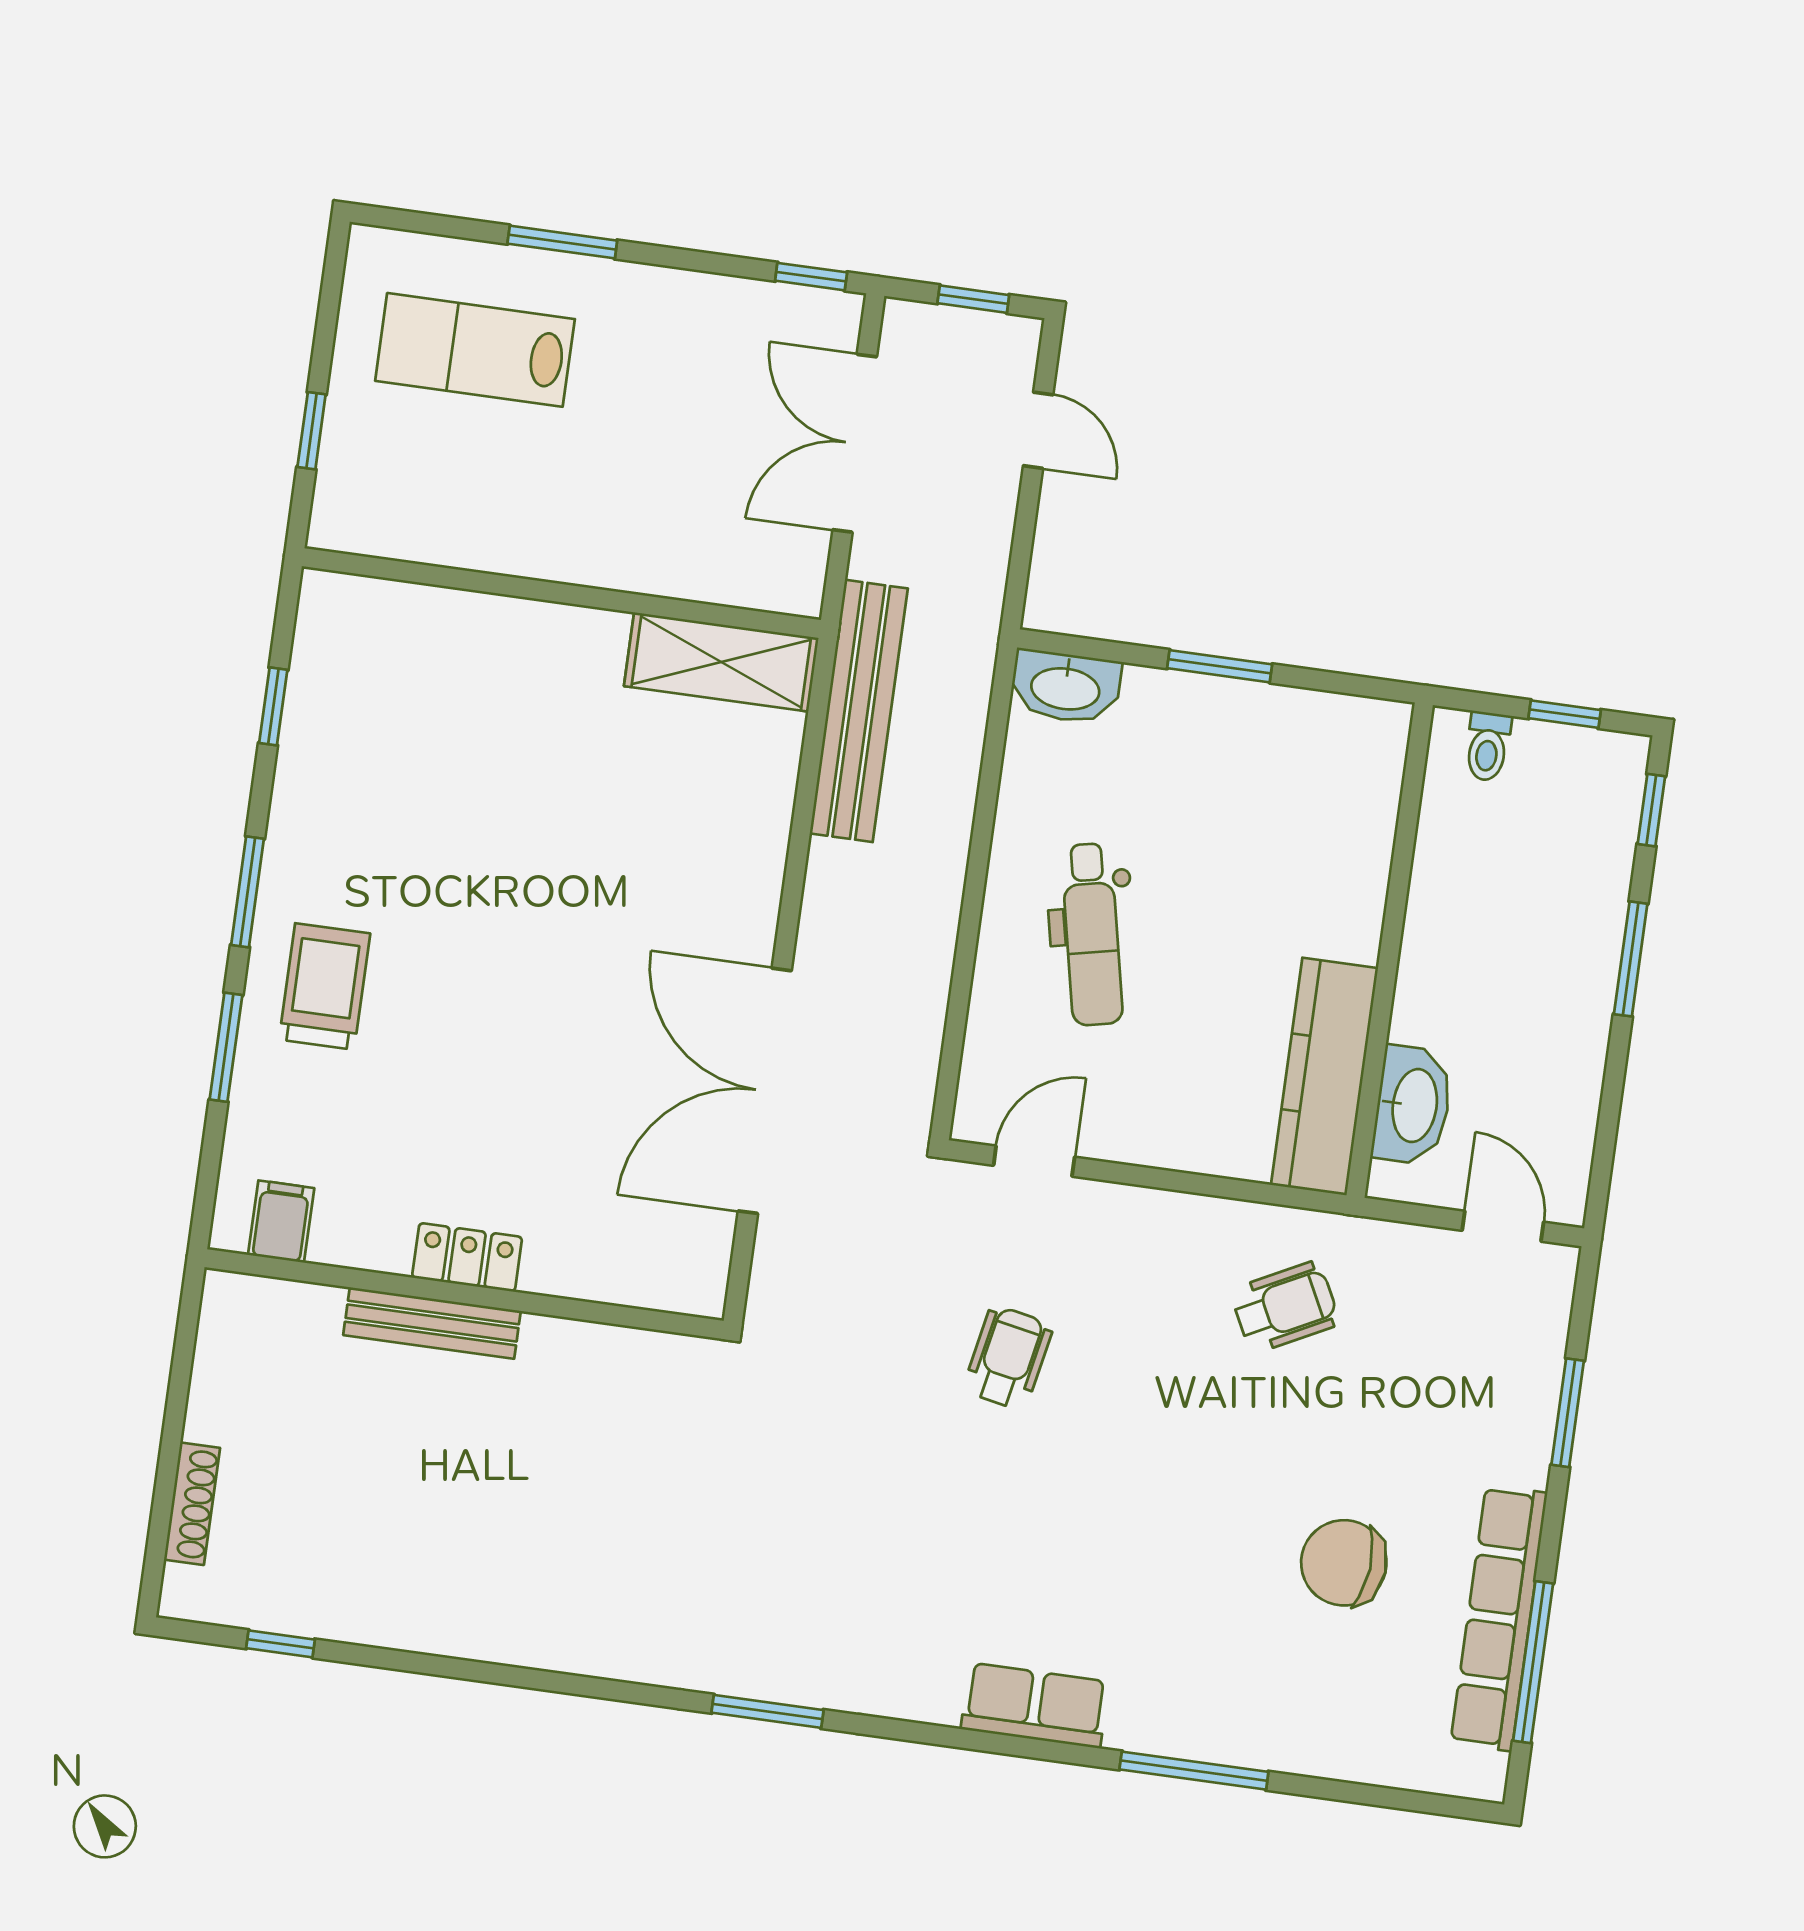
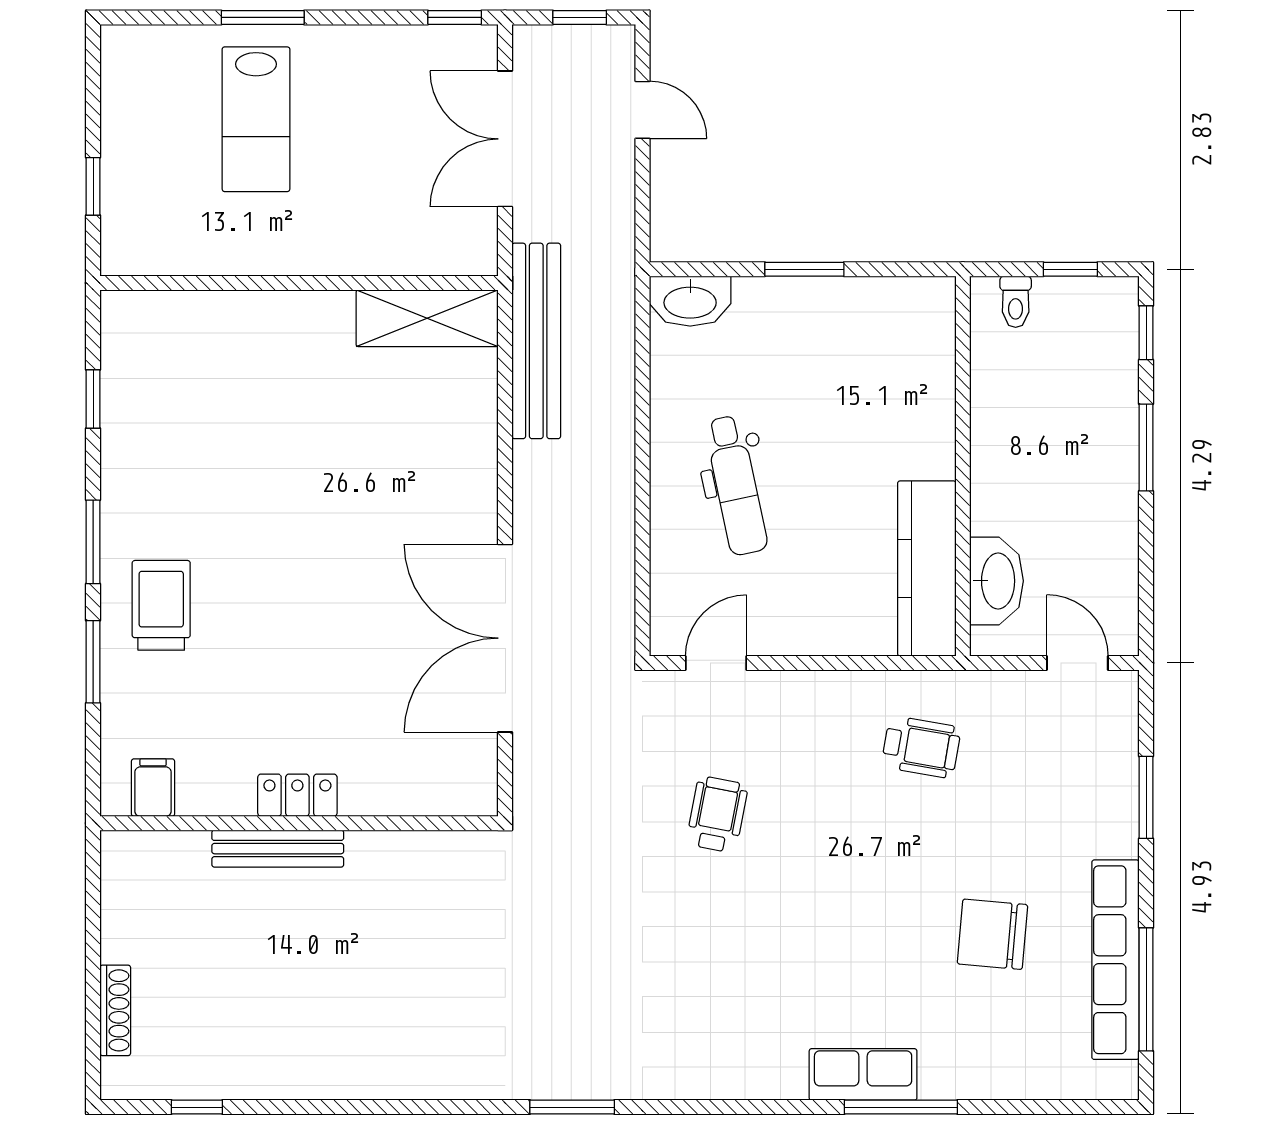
lab bench: (475, 350) -> (256, 119), moved, turned -90
wheelchair: (1285, 1307) -> (921, 747), turned 37
row of seats: (1035, 1705) -> (863, 1074), moved

